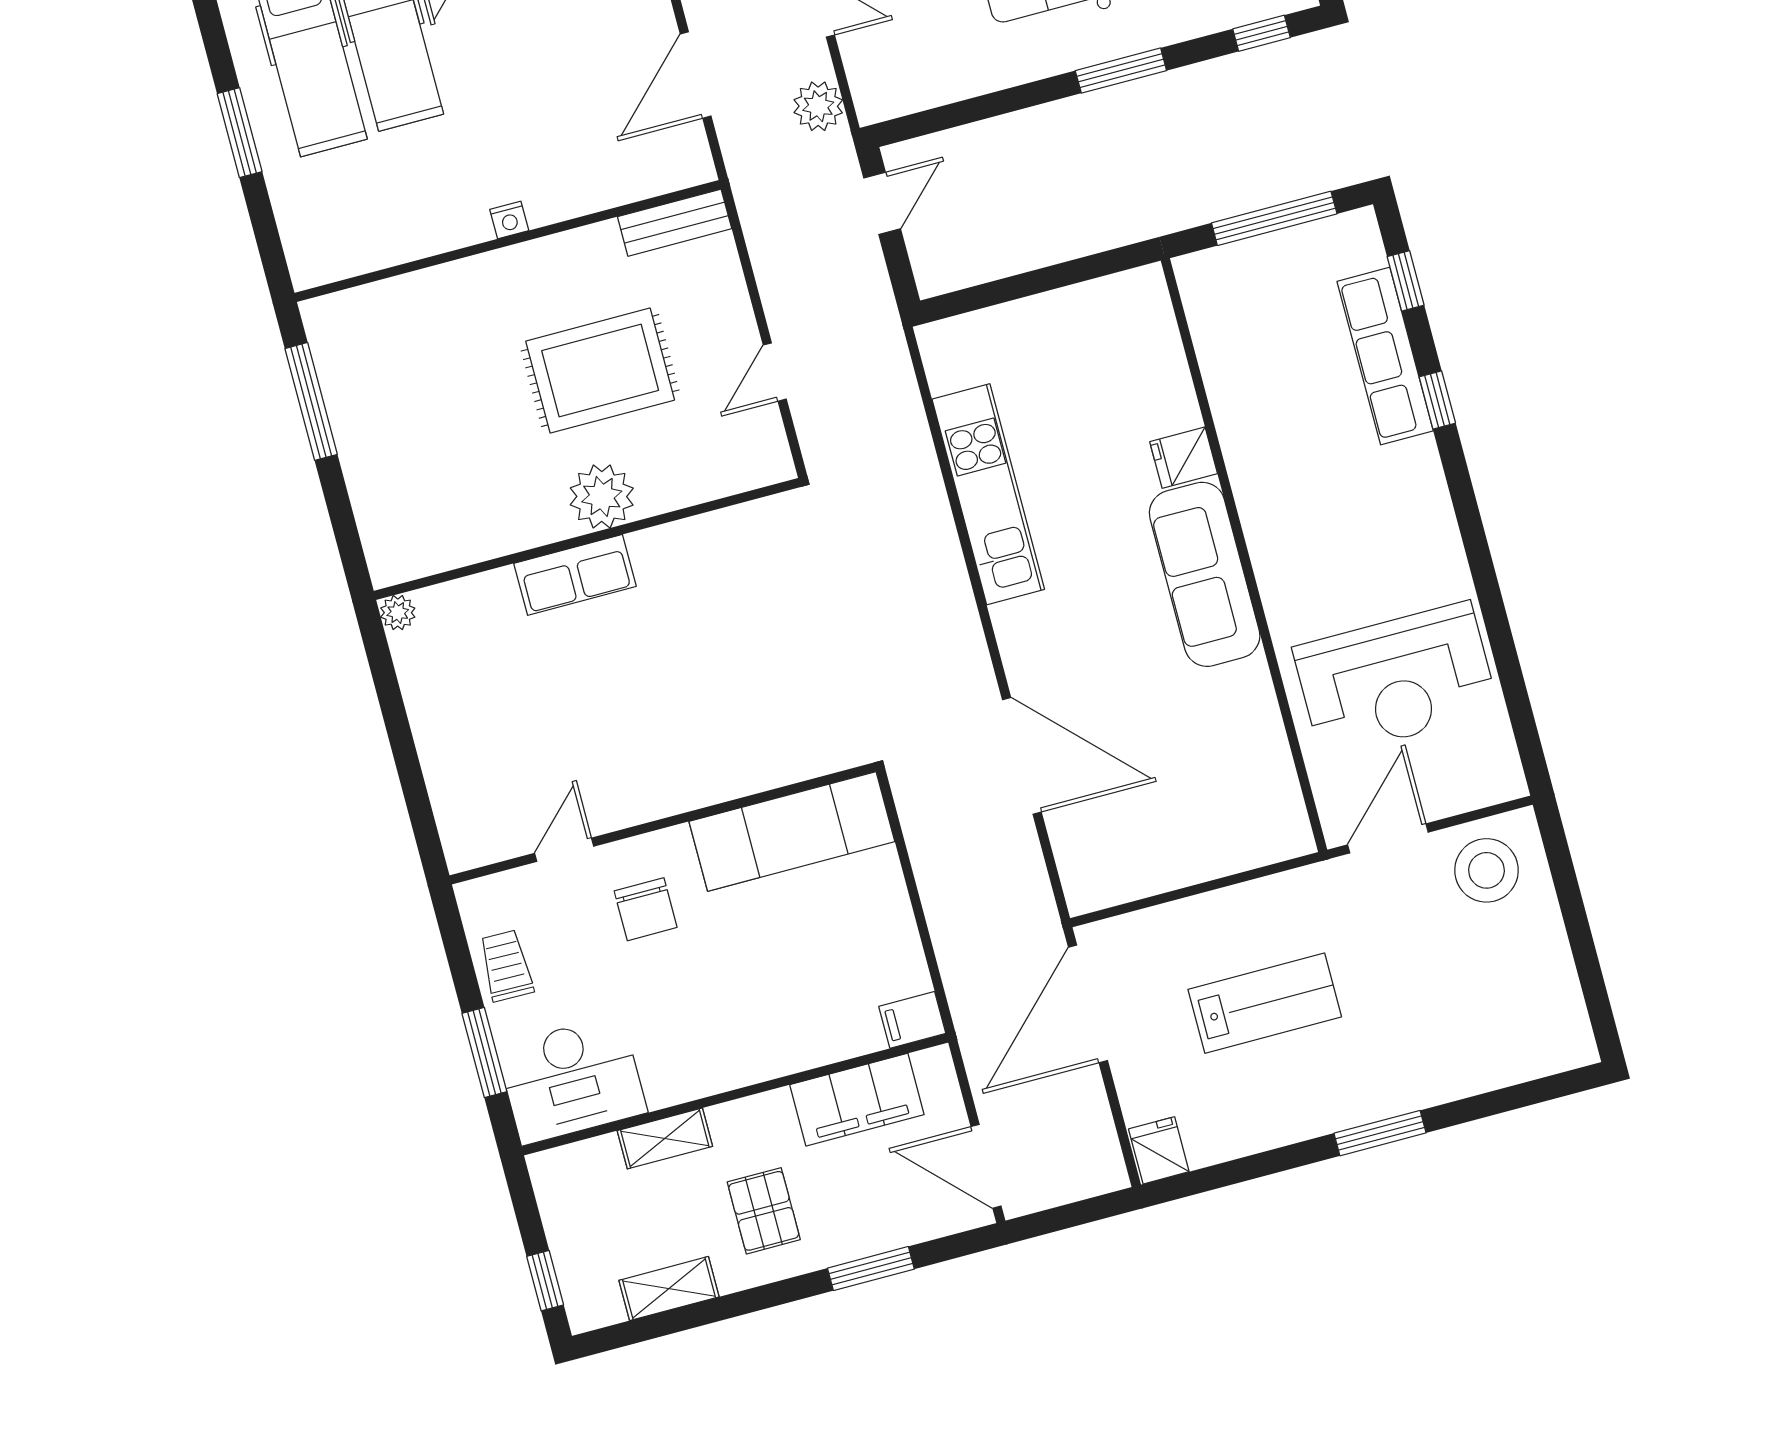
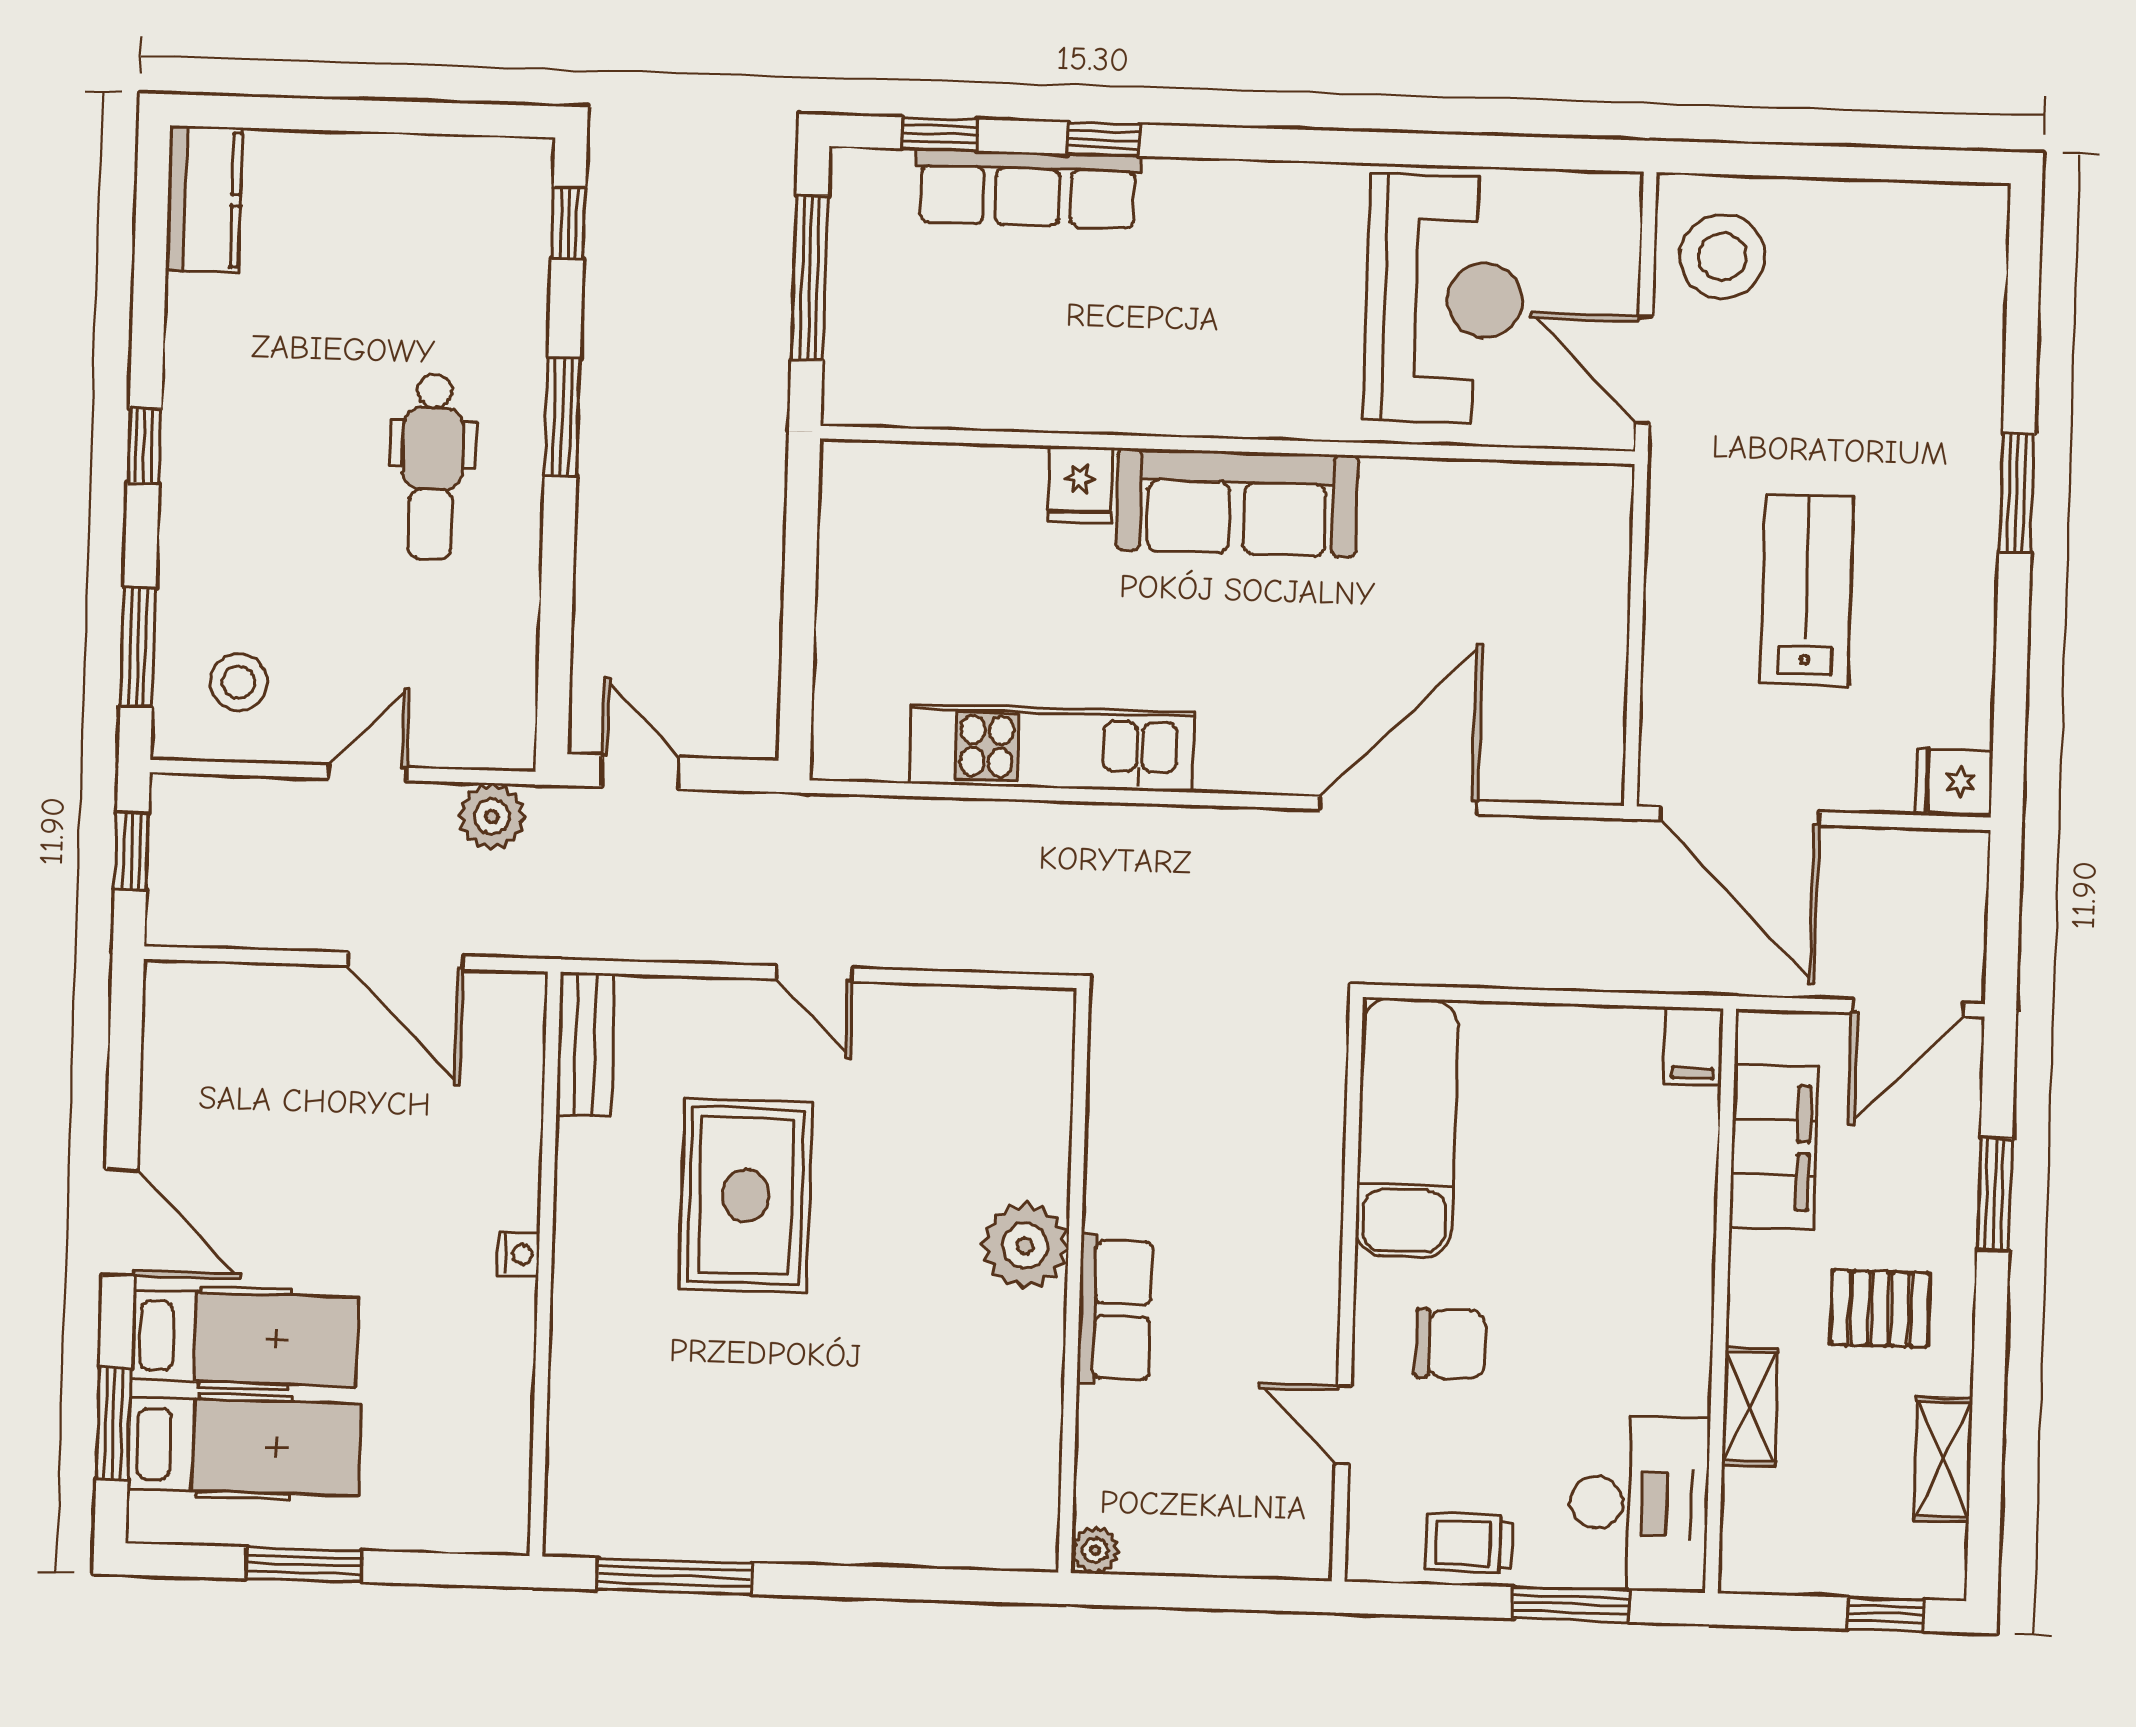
plant: (602, 497) -> (1025, 1246), moved
wall: (587, 539) -> (1074, 1281), moved
row of seats: (575, 575) -> (1115, 1310), moved
plant: (398, 613) -> (1095, 1550), moved

